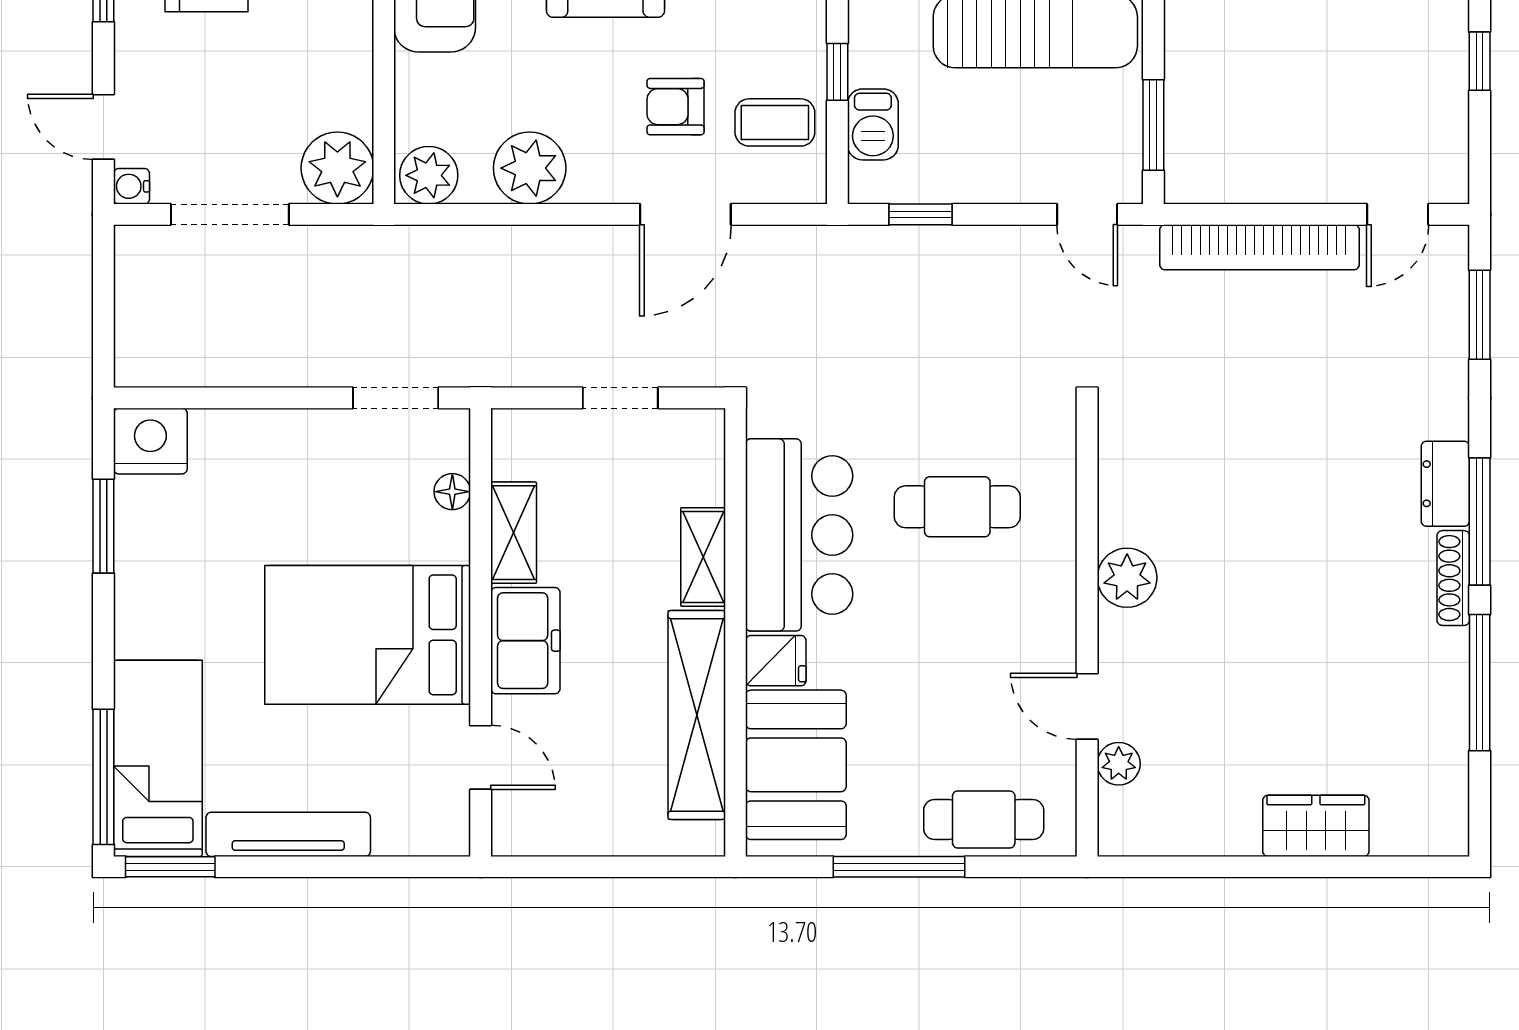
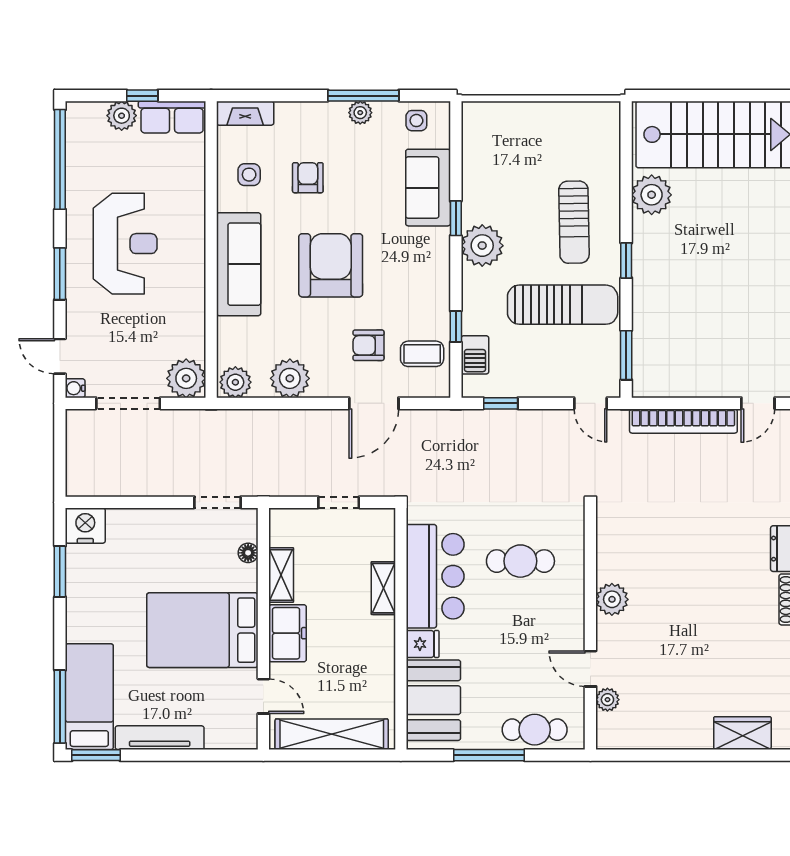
shelving: (697, 715) -> (332, 734), moved, turned 90
wardrobe: (1316, 826) -> (742, 733), moved

